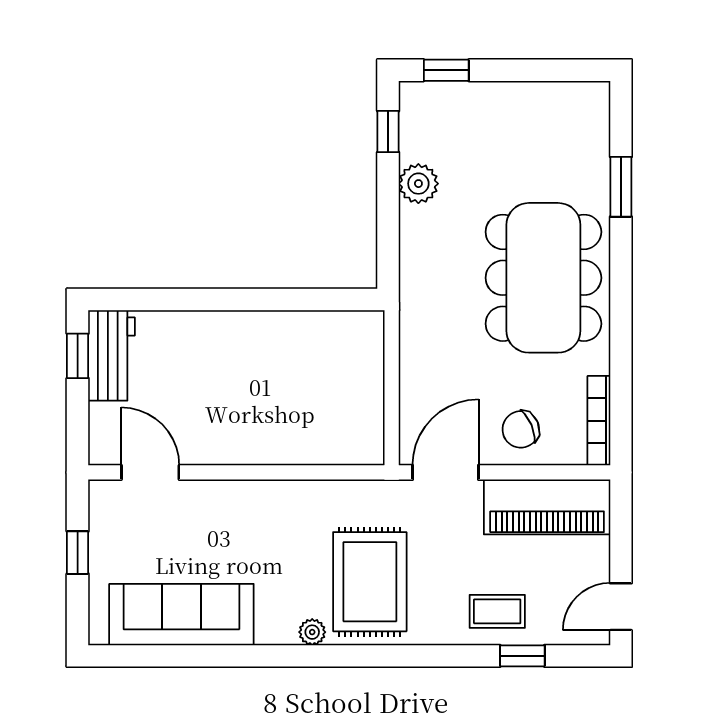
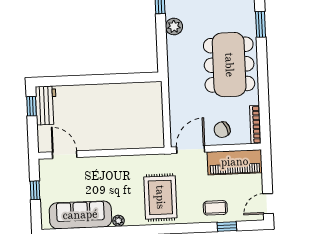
plant: (312, 632) -> (119, 221), moved

